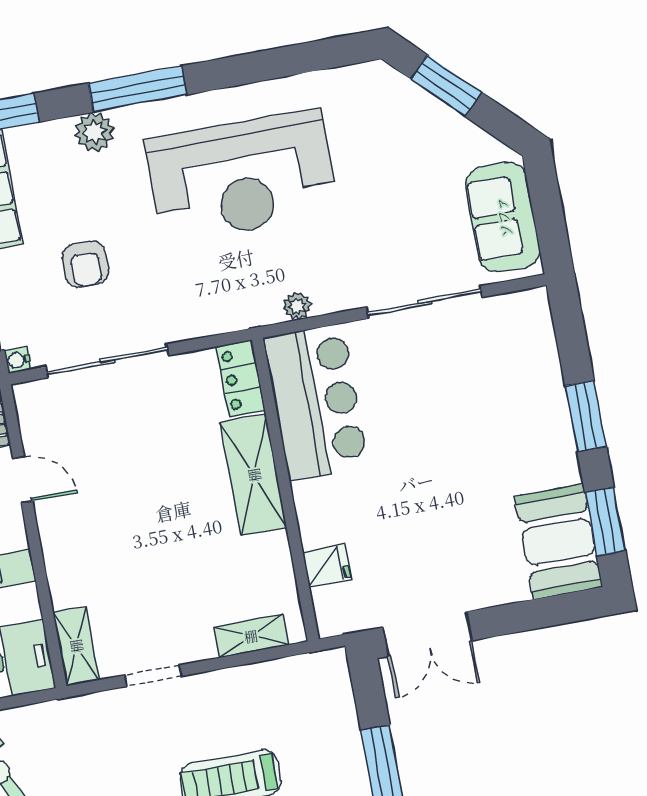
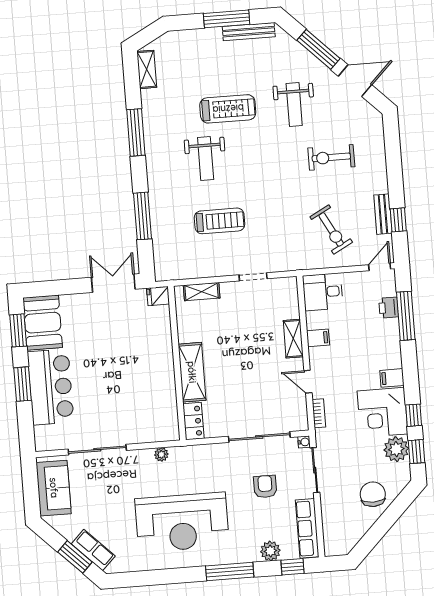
row of seats: (412, 103) -> (93, 550), added
plant: (94, 132) -> (270, 551), moved
reception desk: (242, 177) -> (182, 522), turned 180
bar counter: (316, 402) -> (51, 387), moved, turned 180
fridge: (327, 566) -> (158, 296), moved
shelving: (76, 646) -> (293, 339), moved

